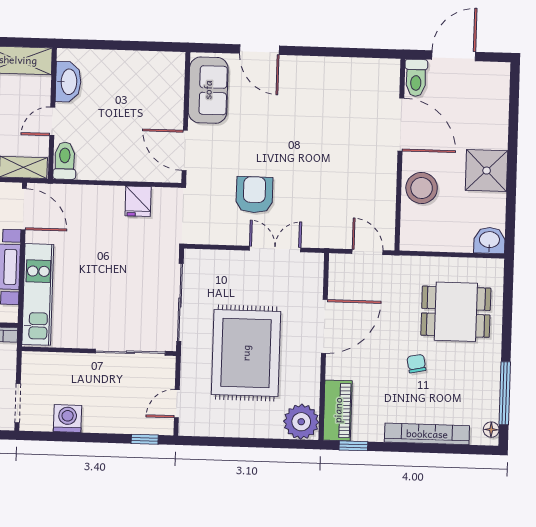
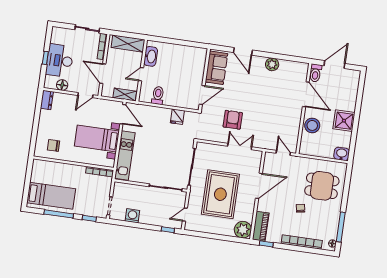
plant: (324, 70) -> (272, 64), added
door: (185, 150) -> (202, 95), swing flipped
toilet: (65, 161) -> (158, 95), moved

